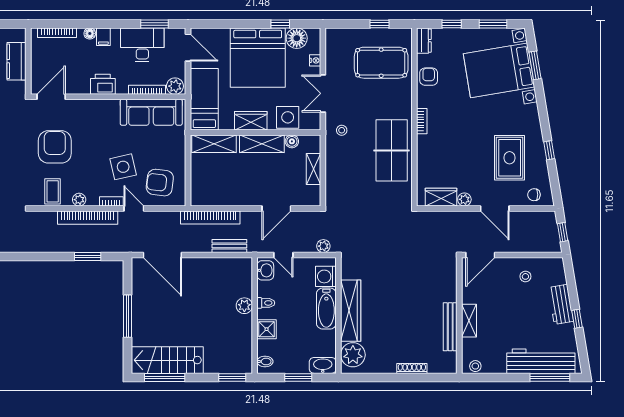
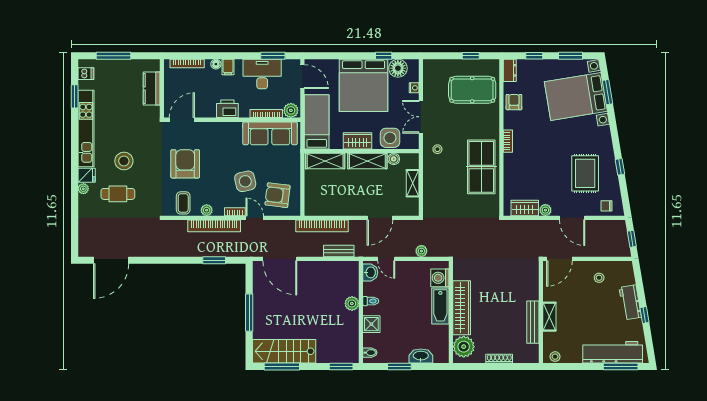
washing machine: (326, 276) -> (440, 278), moved
bathtub: (326, 309) -> (440, 306), moved
wardrobe: (351, 311) -> (462, 308), moved
wall: (338, 315) -> (451, 312), moved
plant: (353, 355) -> (464, 347), moved

